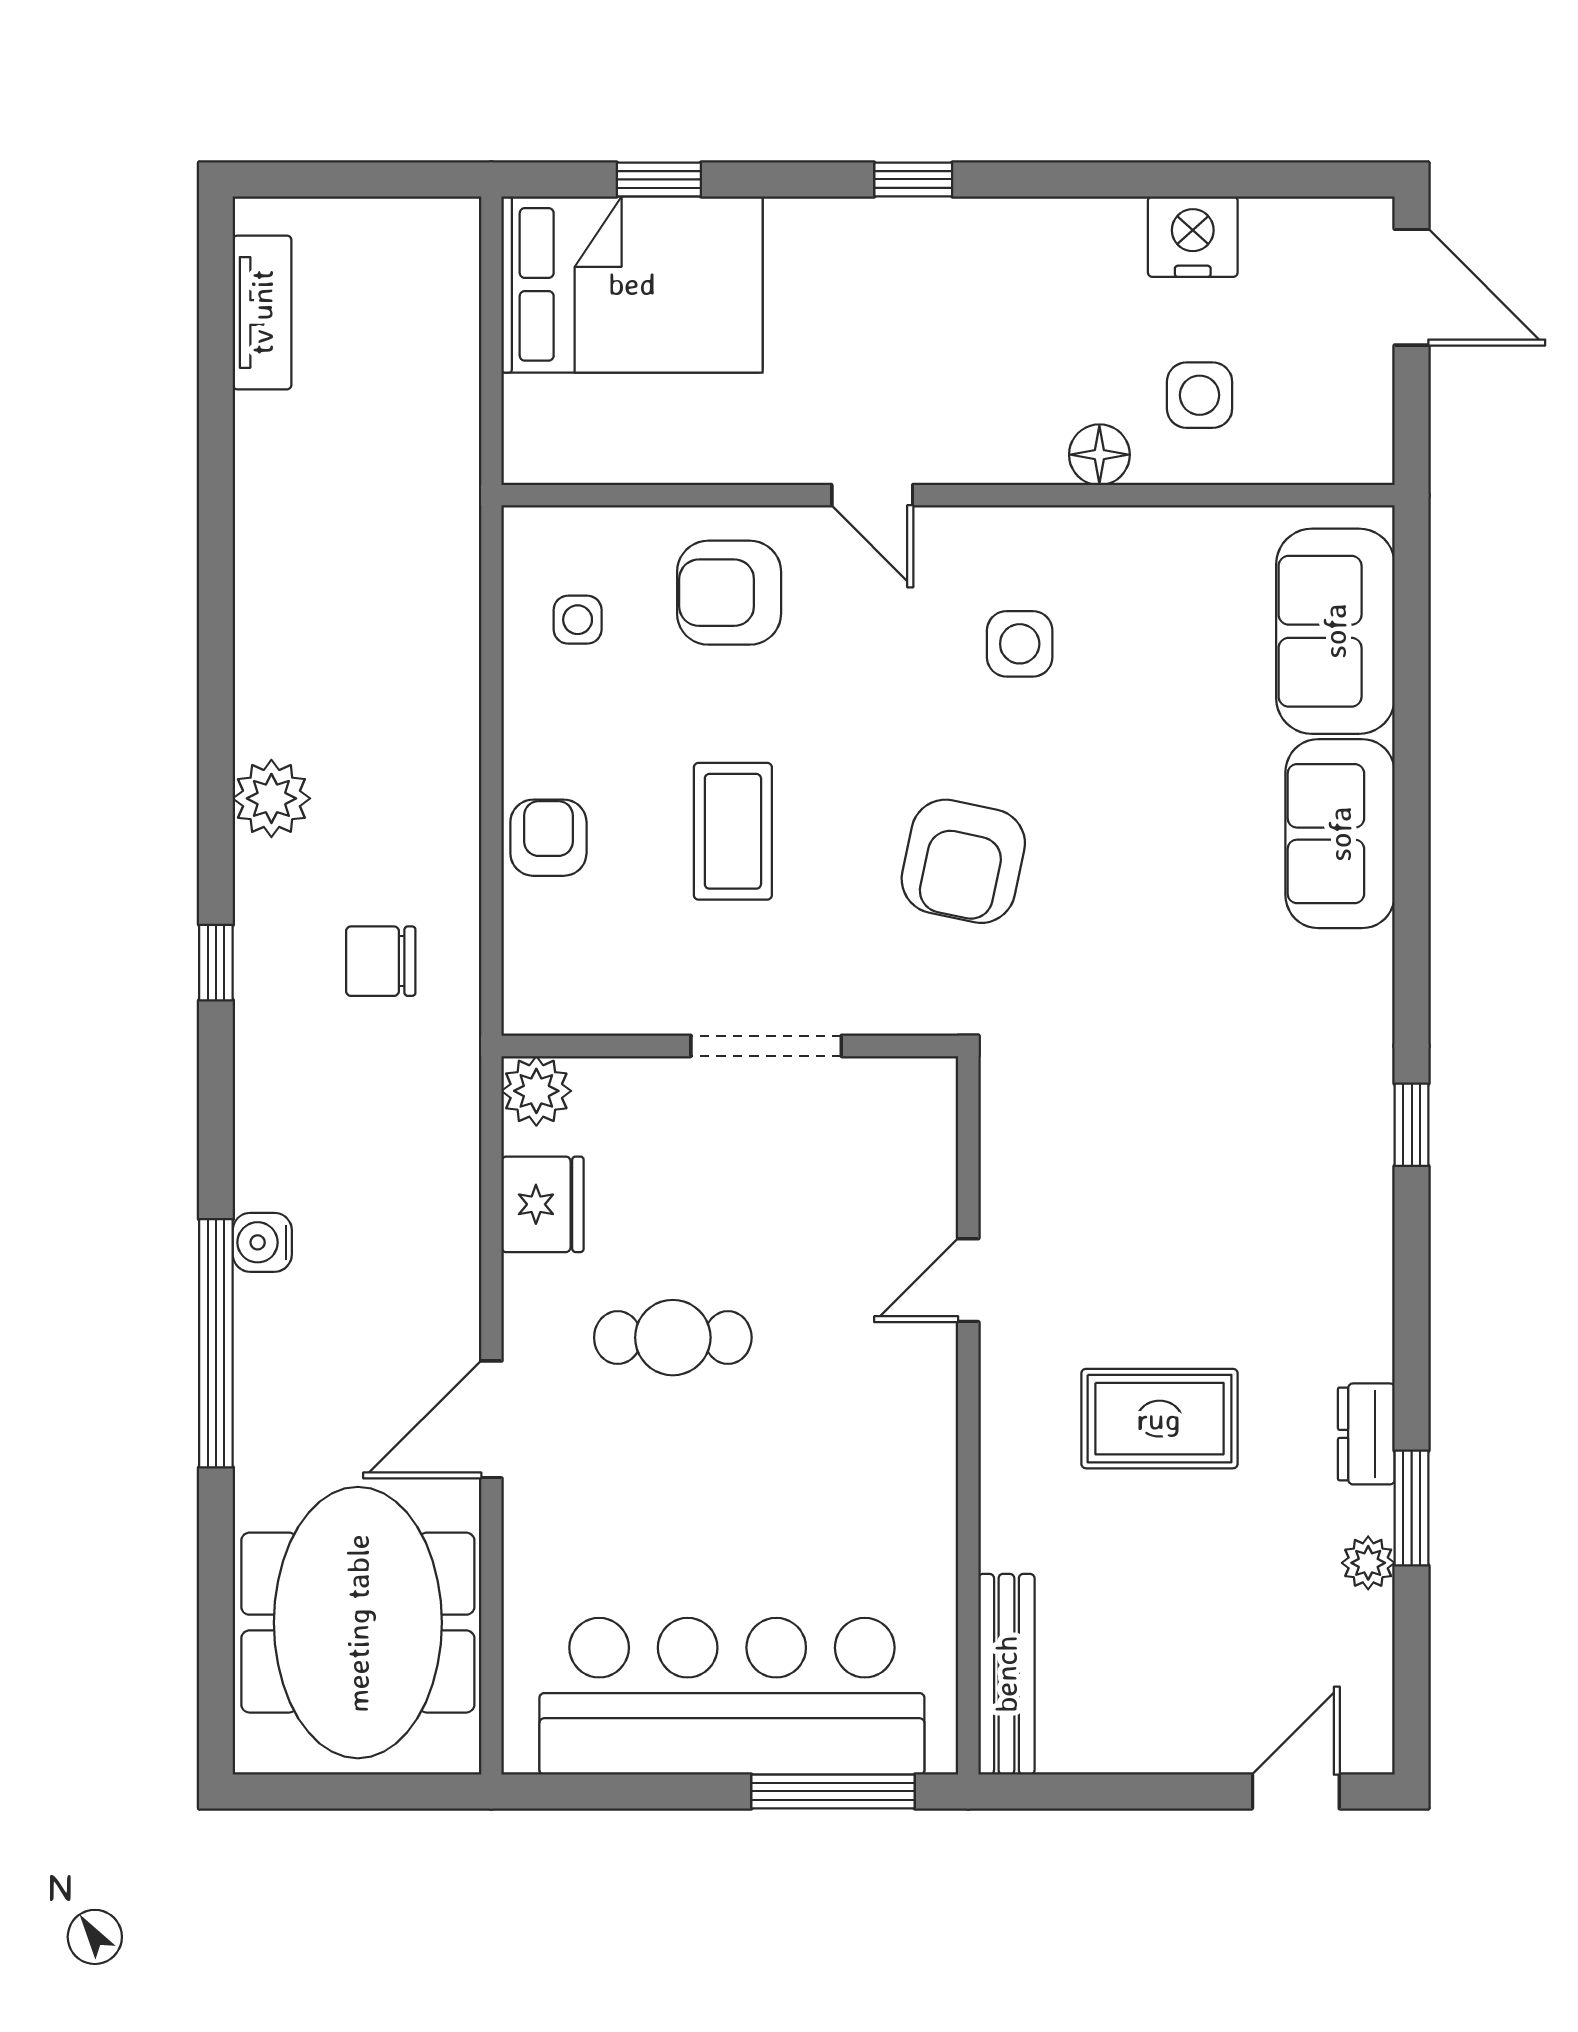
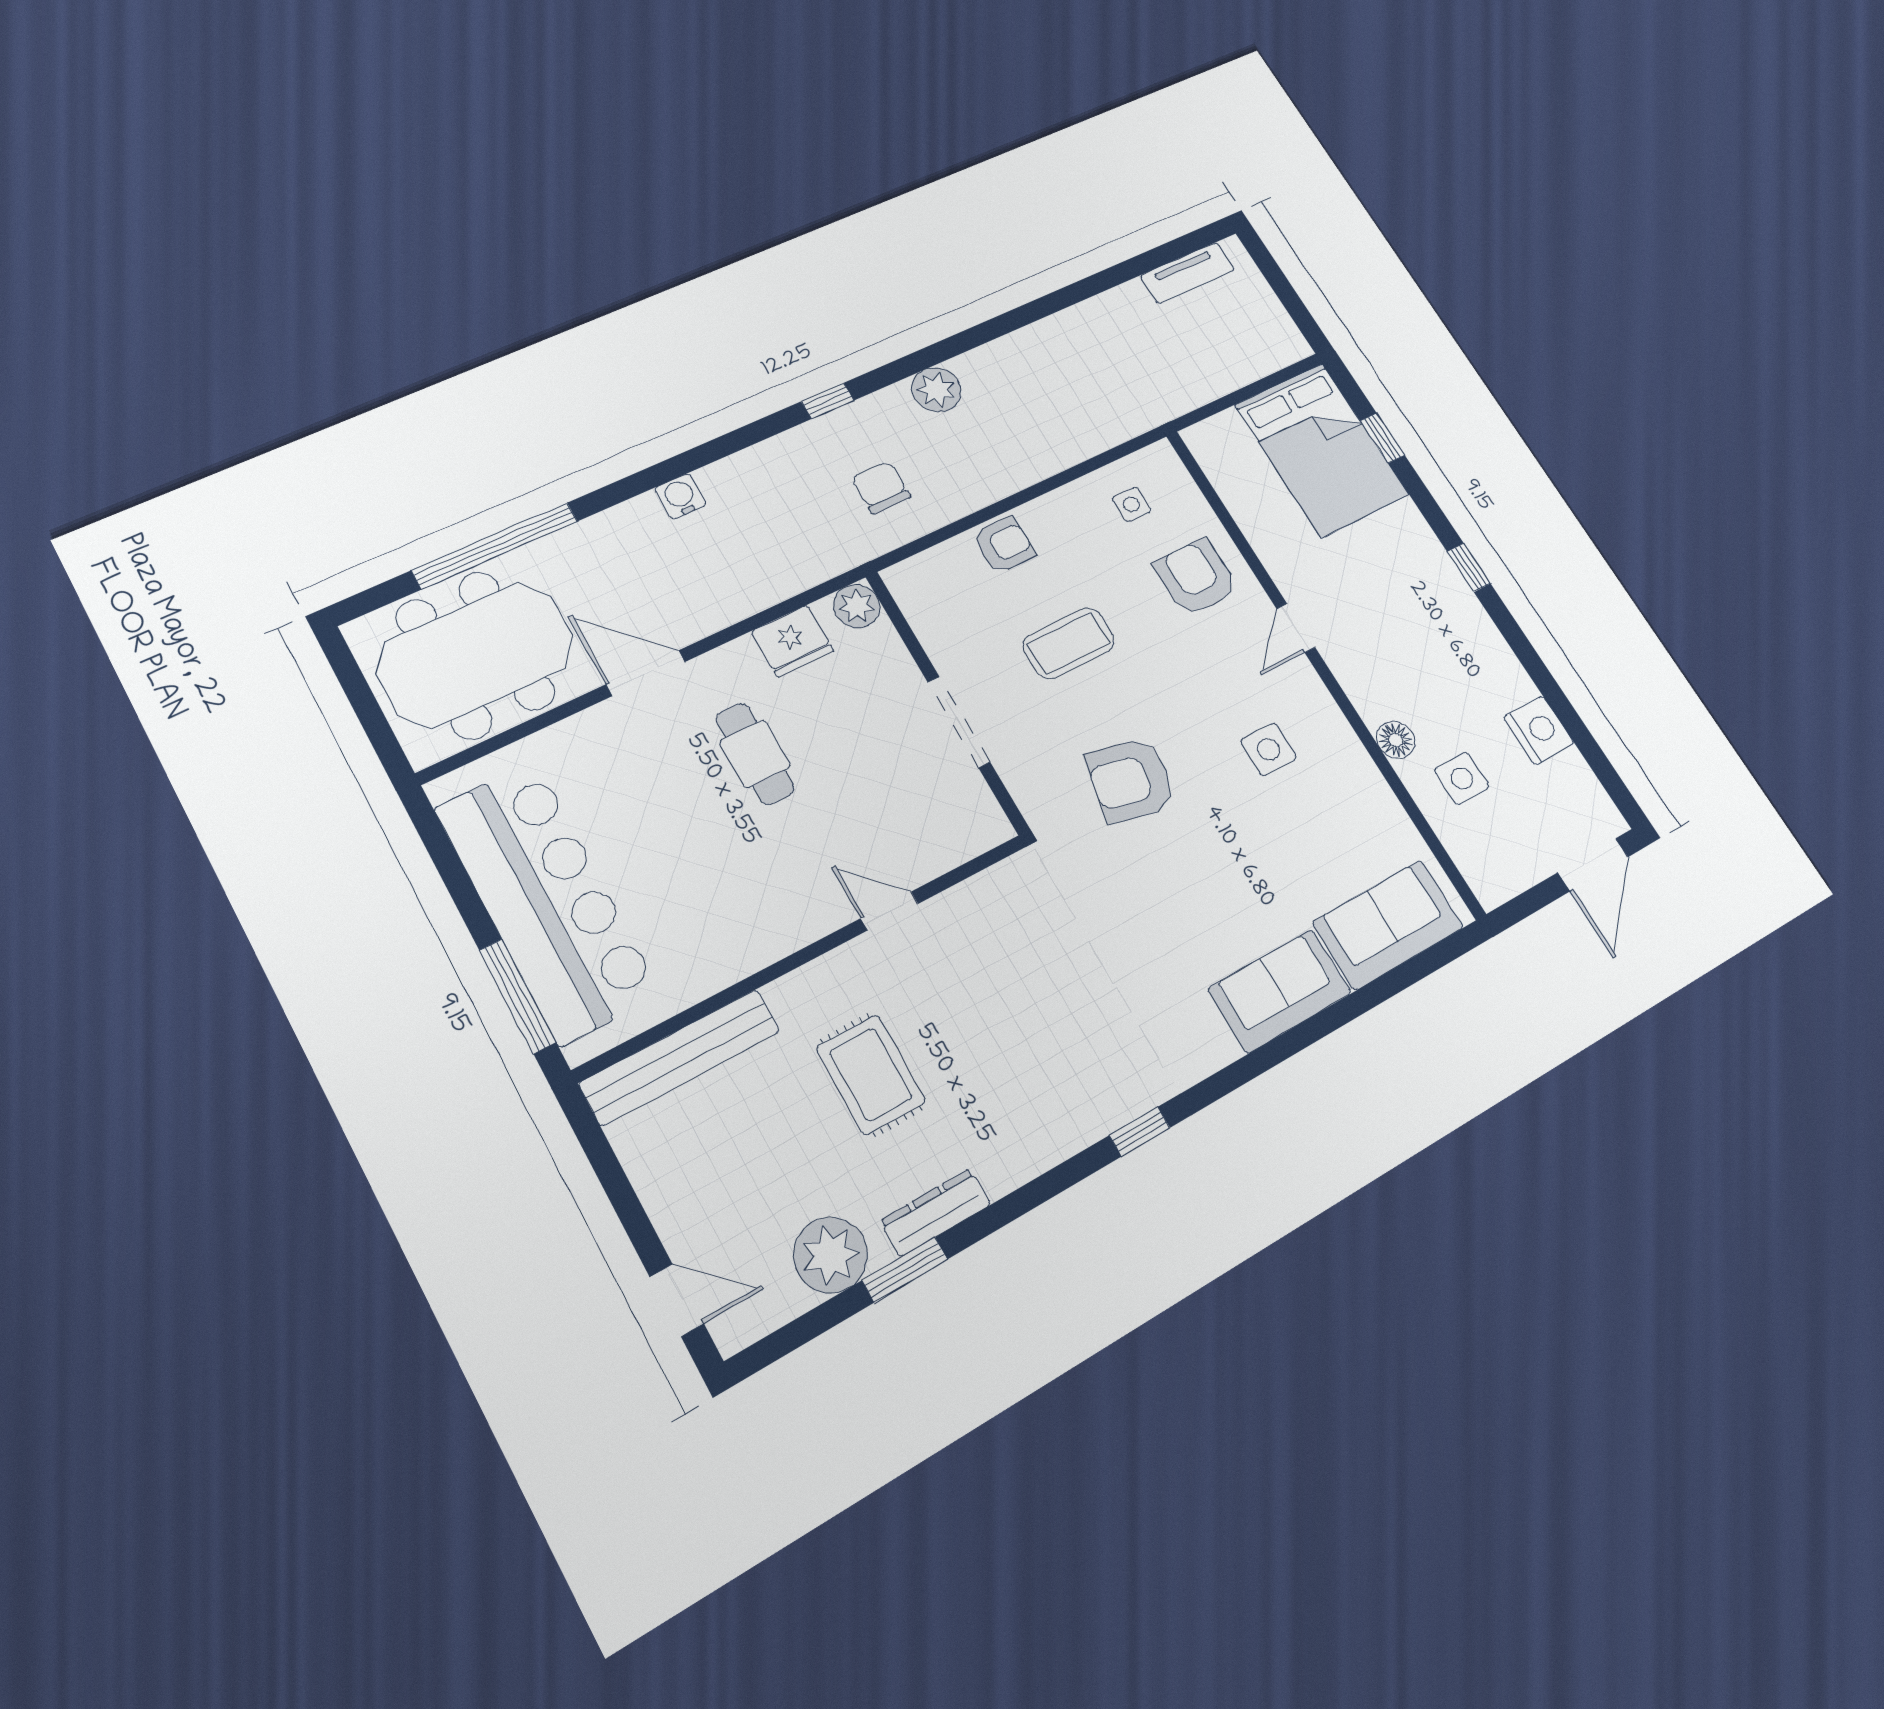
window: (216, 1343) -> (495, 546), moved
dresser: (1366, 1434) -> (935, 1213), width x1.44
plant: (1368, 1563) -> (831, 1255), width x1.88, depth x1.88
bench: (1006, 1674) -> (680, 1057), width x1.37, depth x1.21

